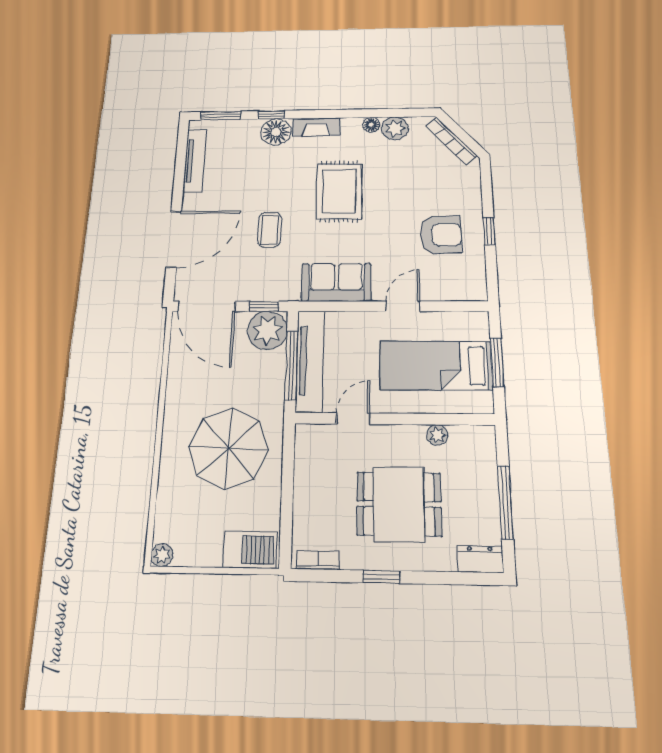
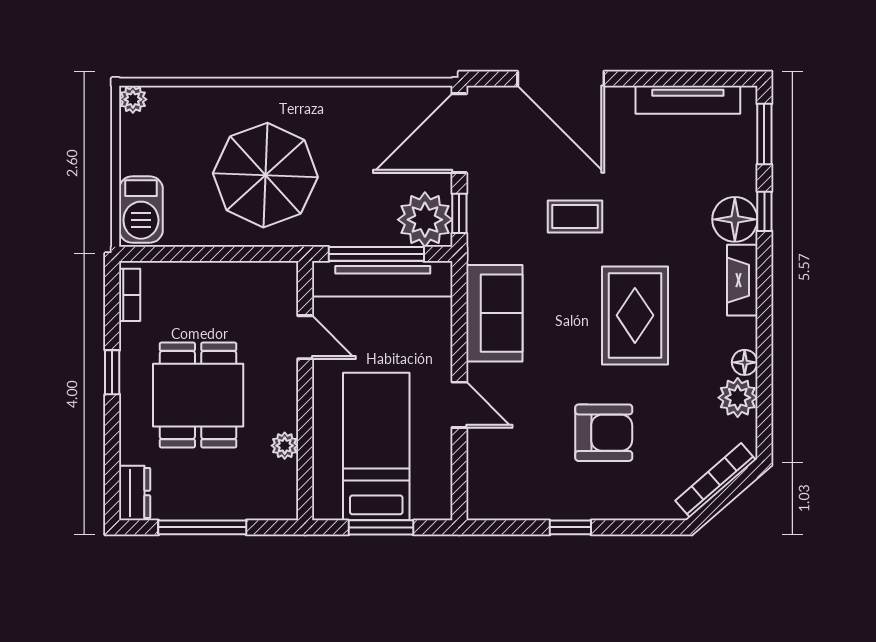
rug: (339, 191) -> (635, 315), turned 90
armchair: (441, 235) -> (604, 433), moved, turned -89

